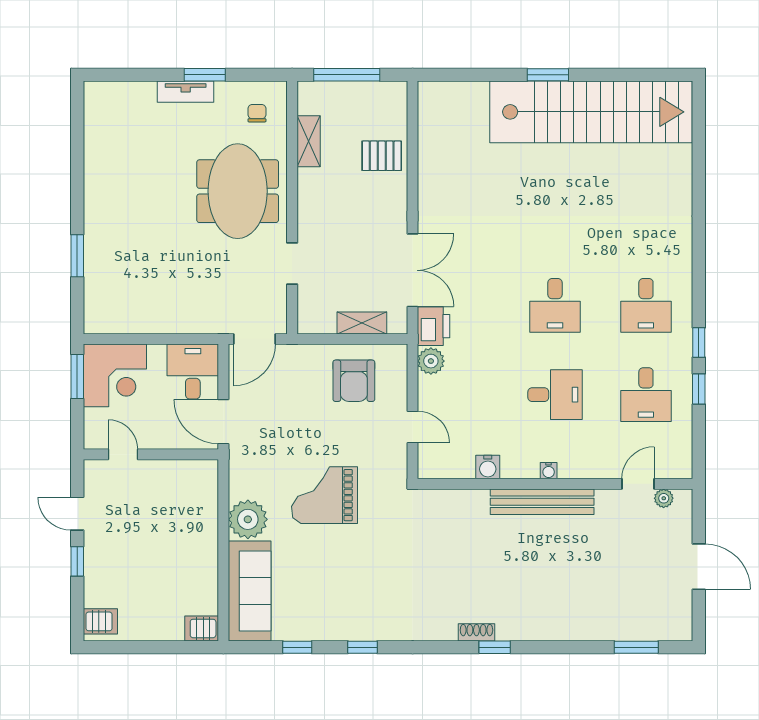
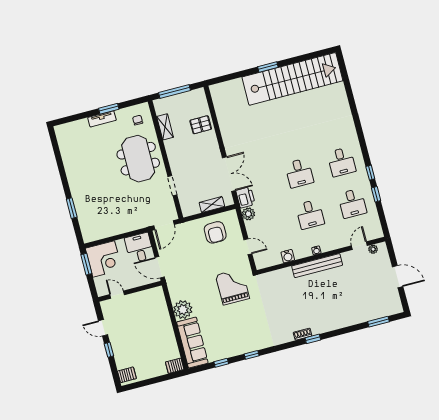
desk: (555, 395) -> (310, 214), turned 90
grand piano: (324, 495) -> (233, 287), moved, turned 90

